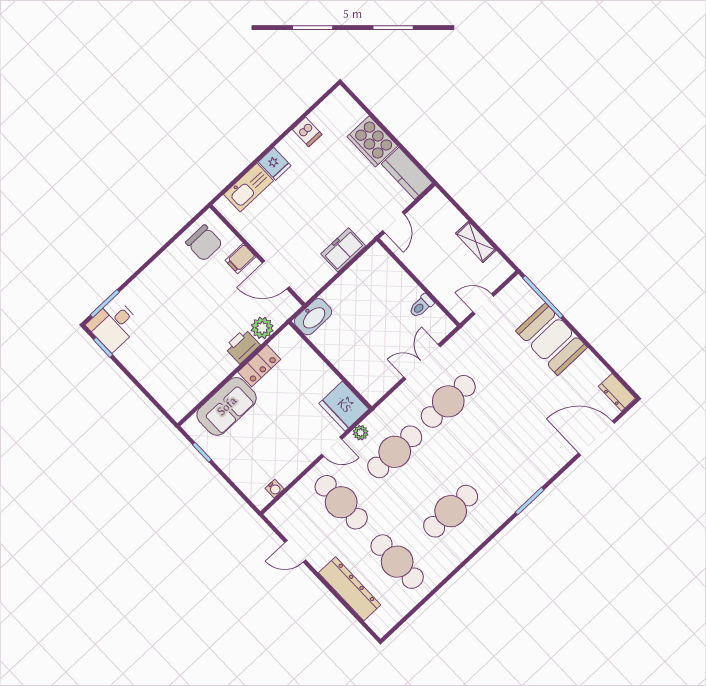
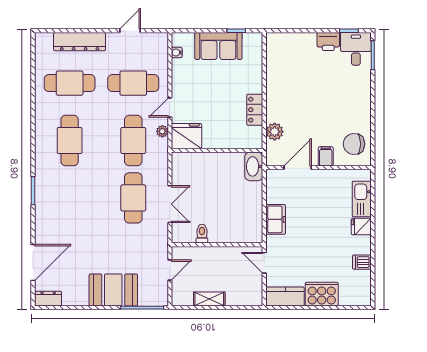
printer: (242, 346) -> (328, 42), moved, turned 90
sofa: (227, 406) -> (218, 46), moved, turned -90

